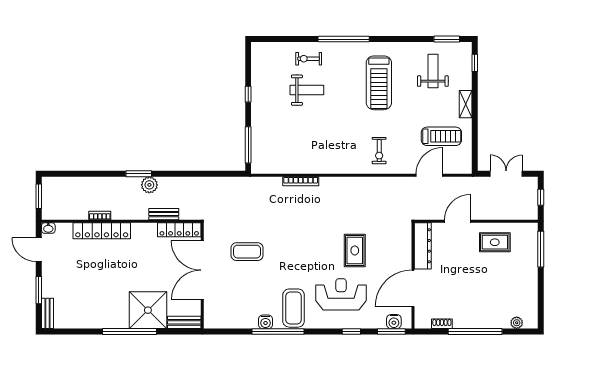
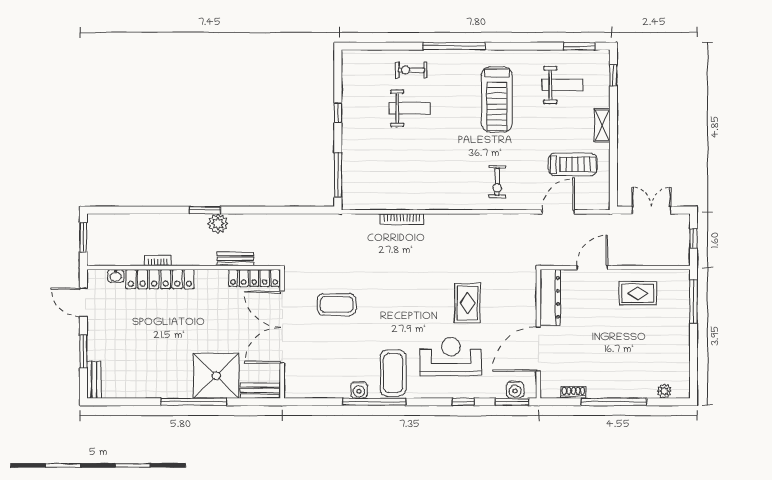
weight bench: (433, 71) -> (563, 85), turned 90
washbasin: (48, 228) -> (116, 276), moved

